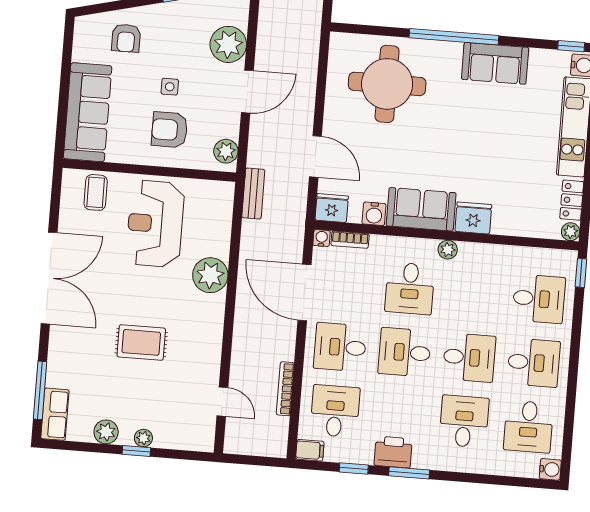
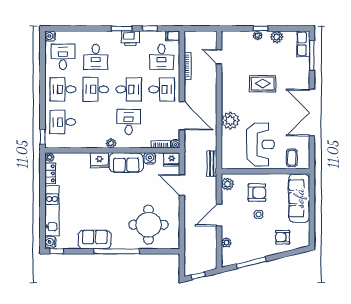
armchair: (126, 38) -> (283, 237), turned -90
plant: (228, 44) -> (226, 243), width x0.53, depth x0.53

